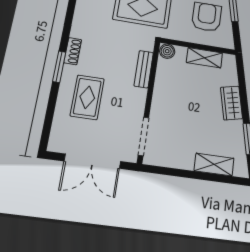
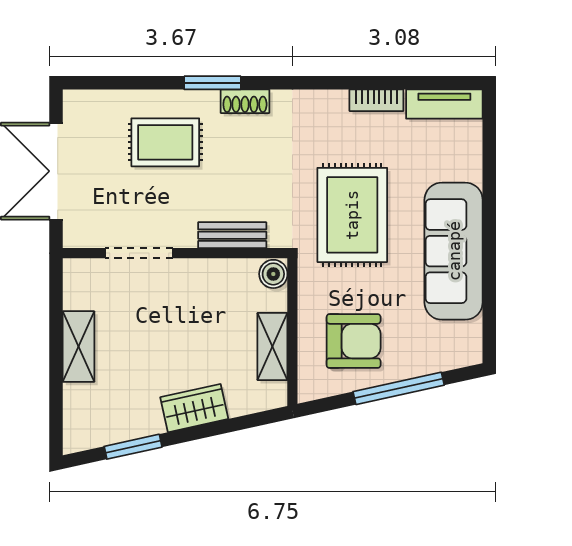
doorway: (143, 136) -> (139, 253), moved
shelving: (214, 165) -> (78, 347), moved

